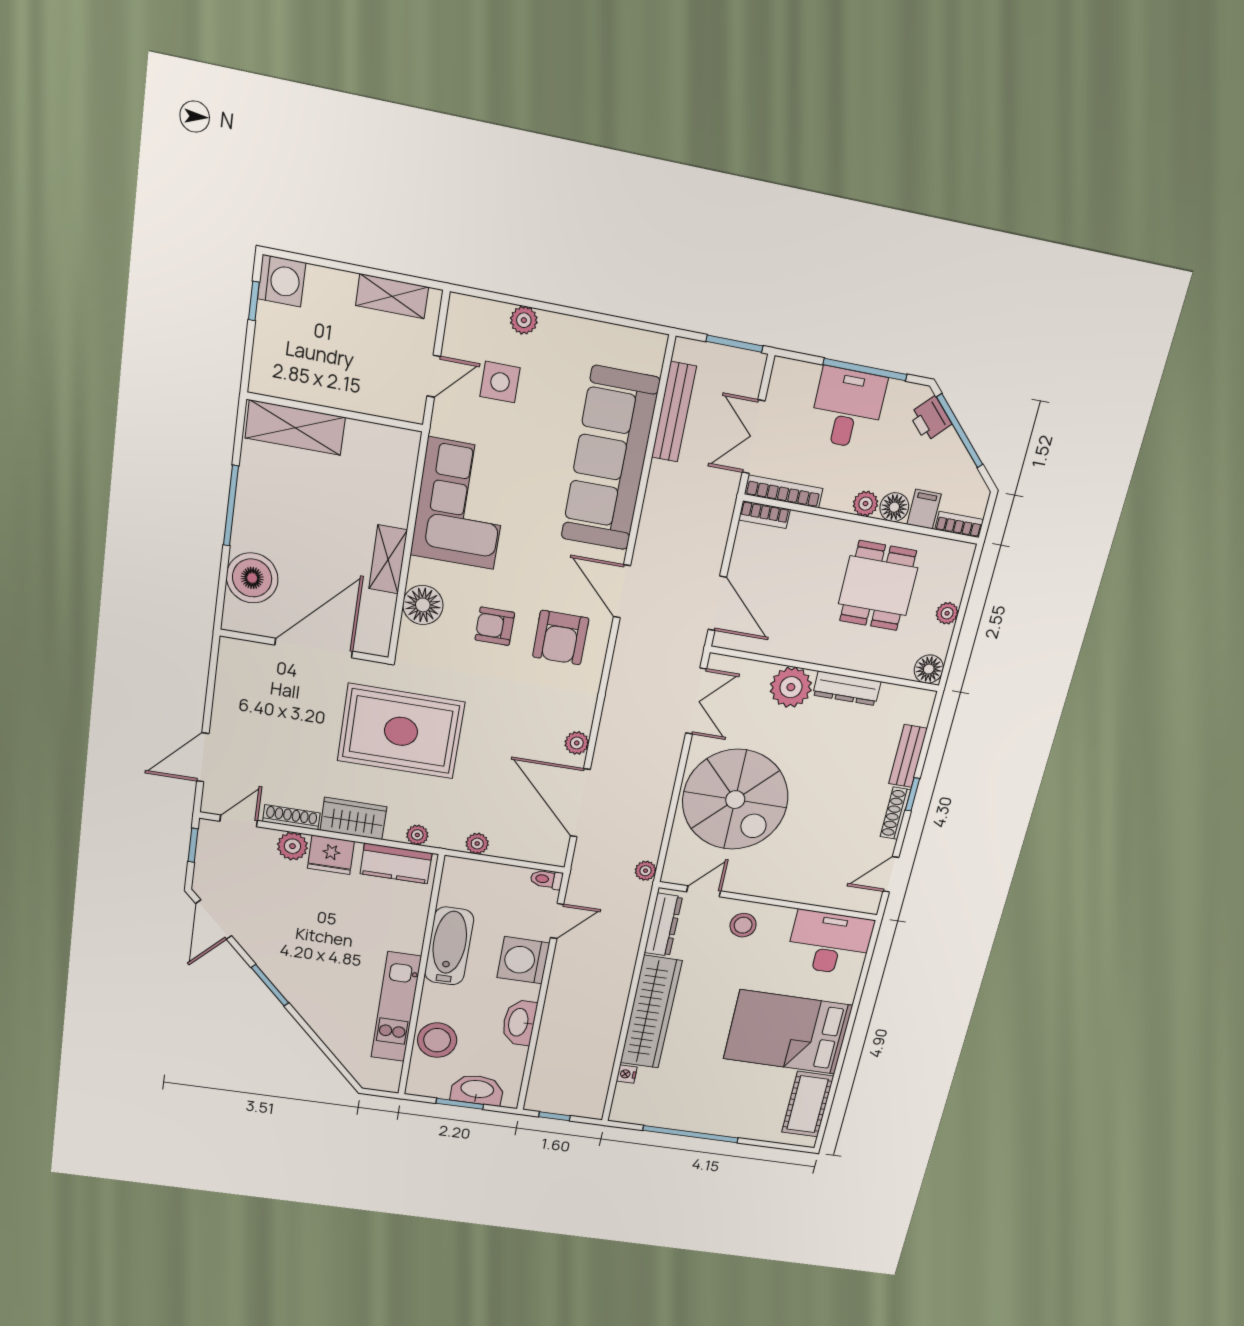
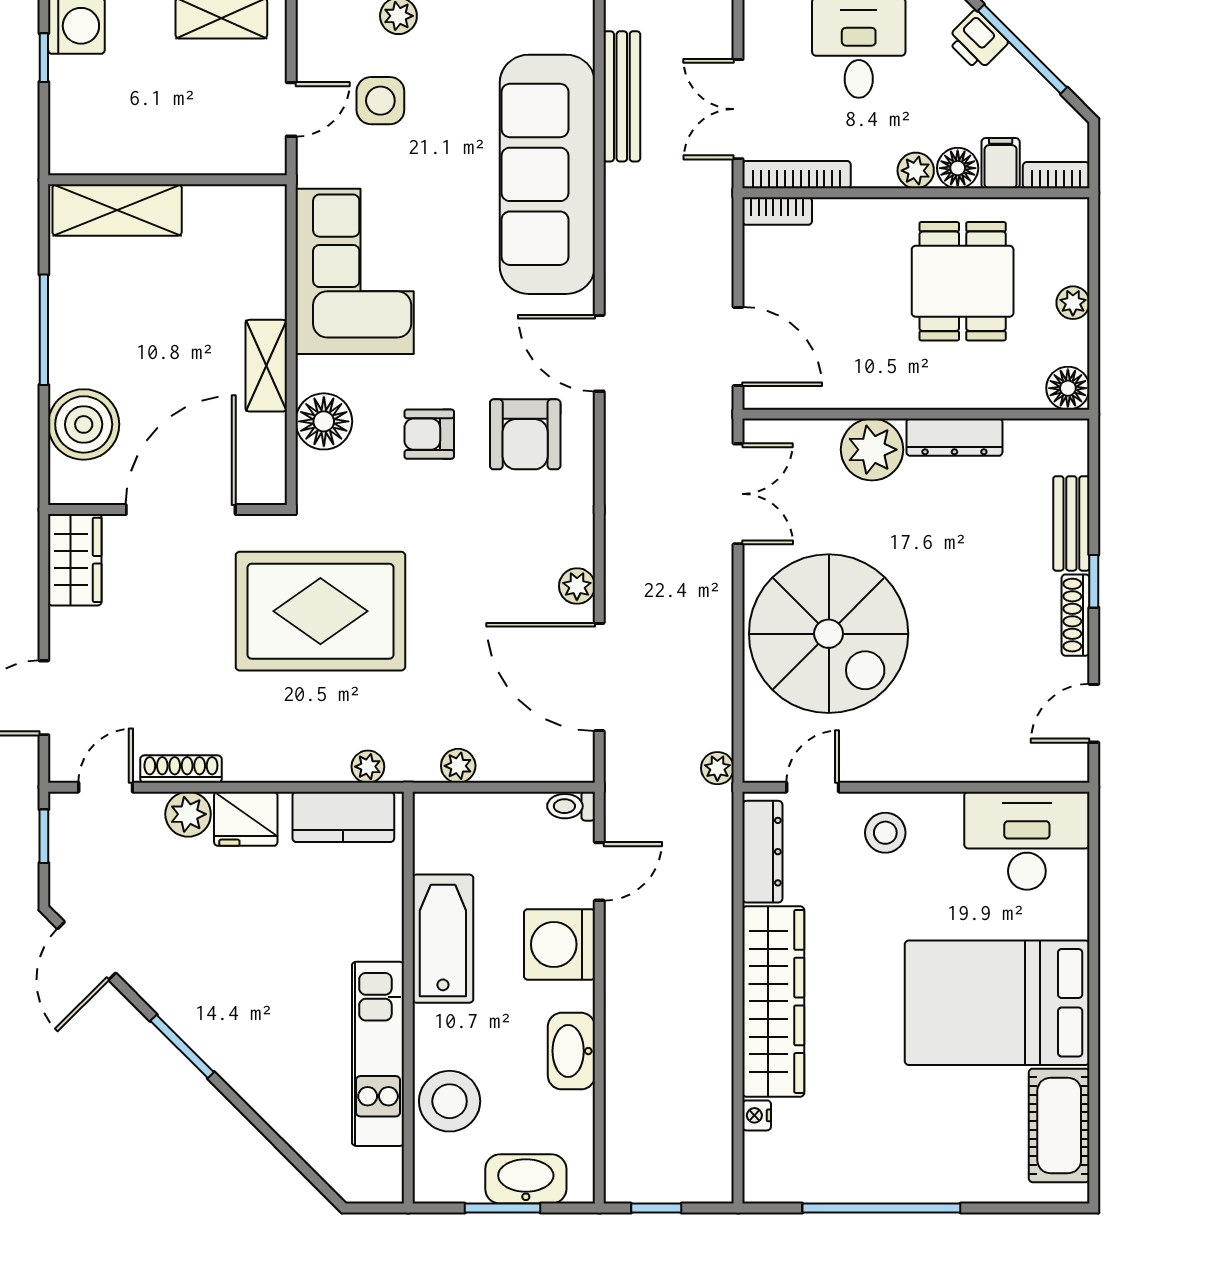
wardrobe: (353, 819) -> (75, 560), moved, turned 90

